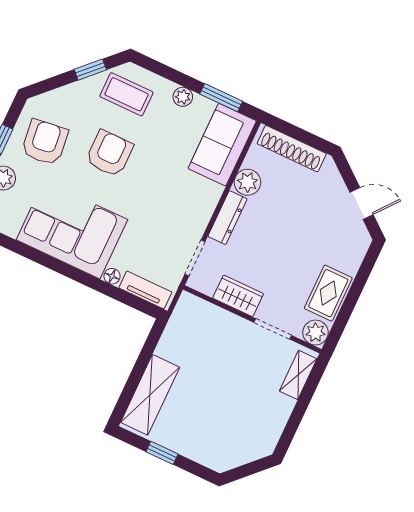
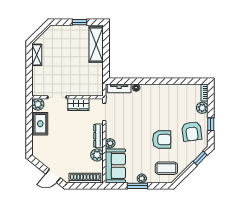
window: (90, 70) -> (200, 158), moved
window: (221, 98) -> (137, 186), moved
armchair: (109, 153) -> (162, 140), turned -90
plant: (212, 193) -> (110, 143), added
door: (361, 203) -> (53, 176), moved
corner sofa: (72, 230) -> (163, 99), removed
shelving: (298, 375) -> (37, 55), moved

